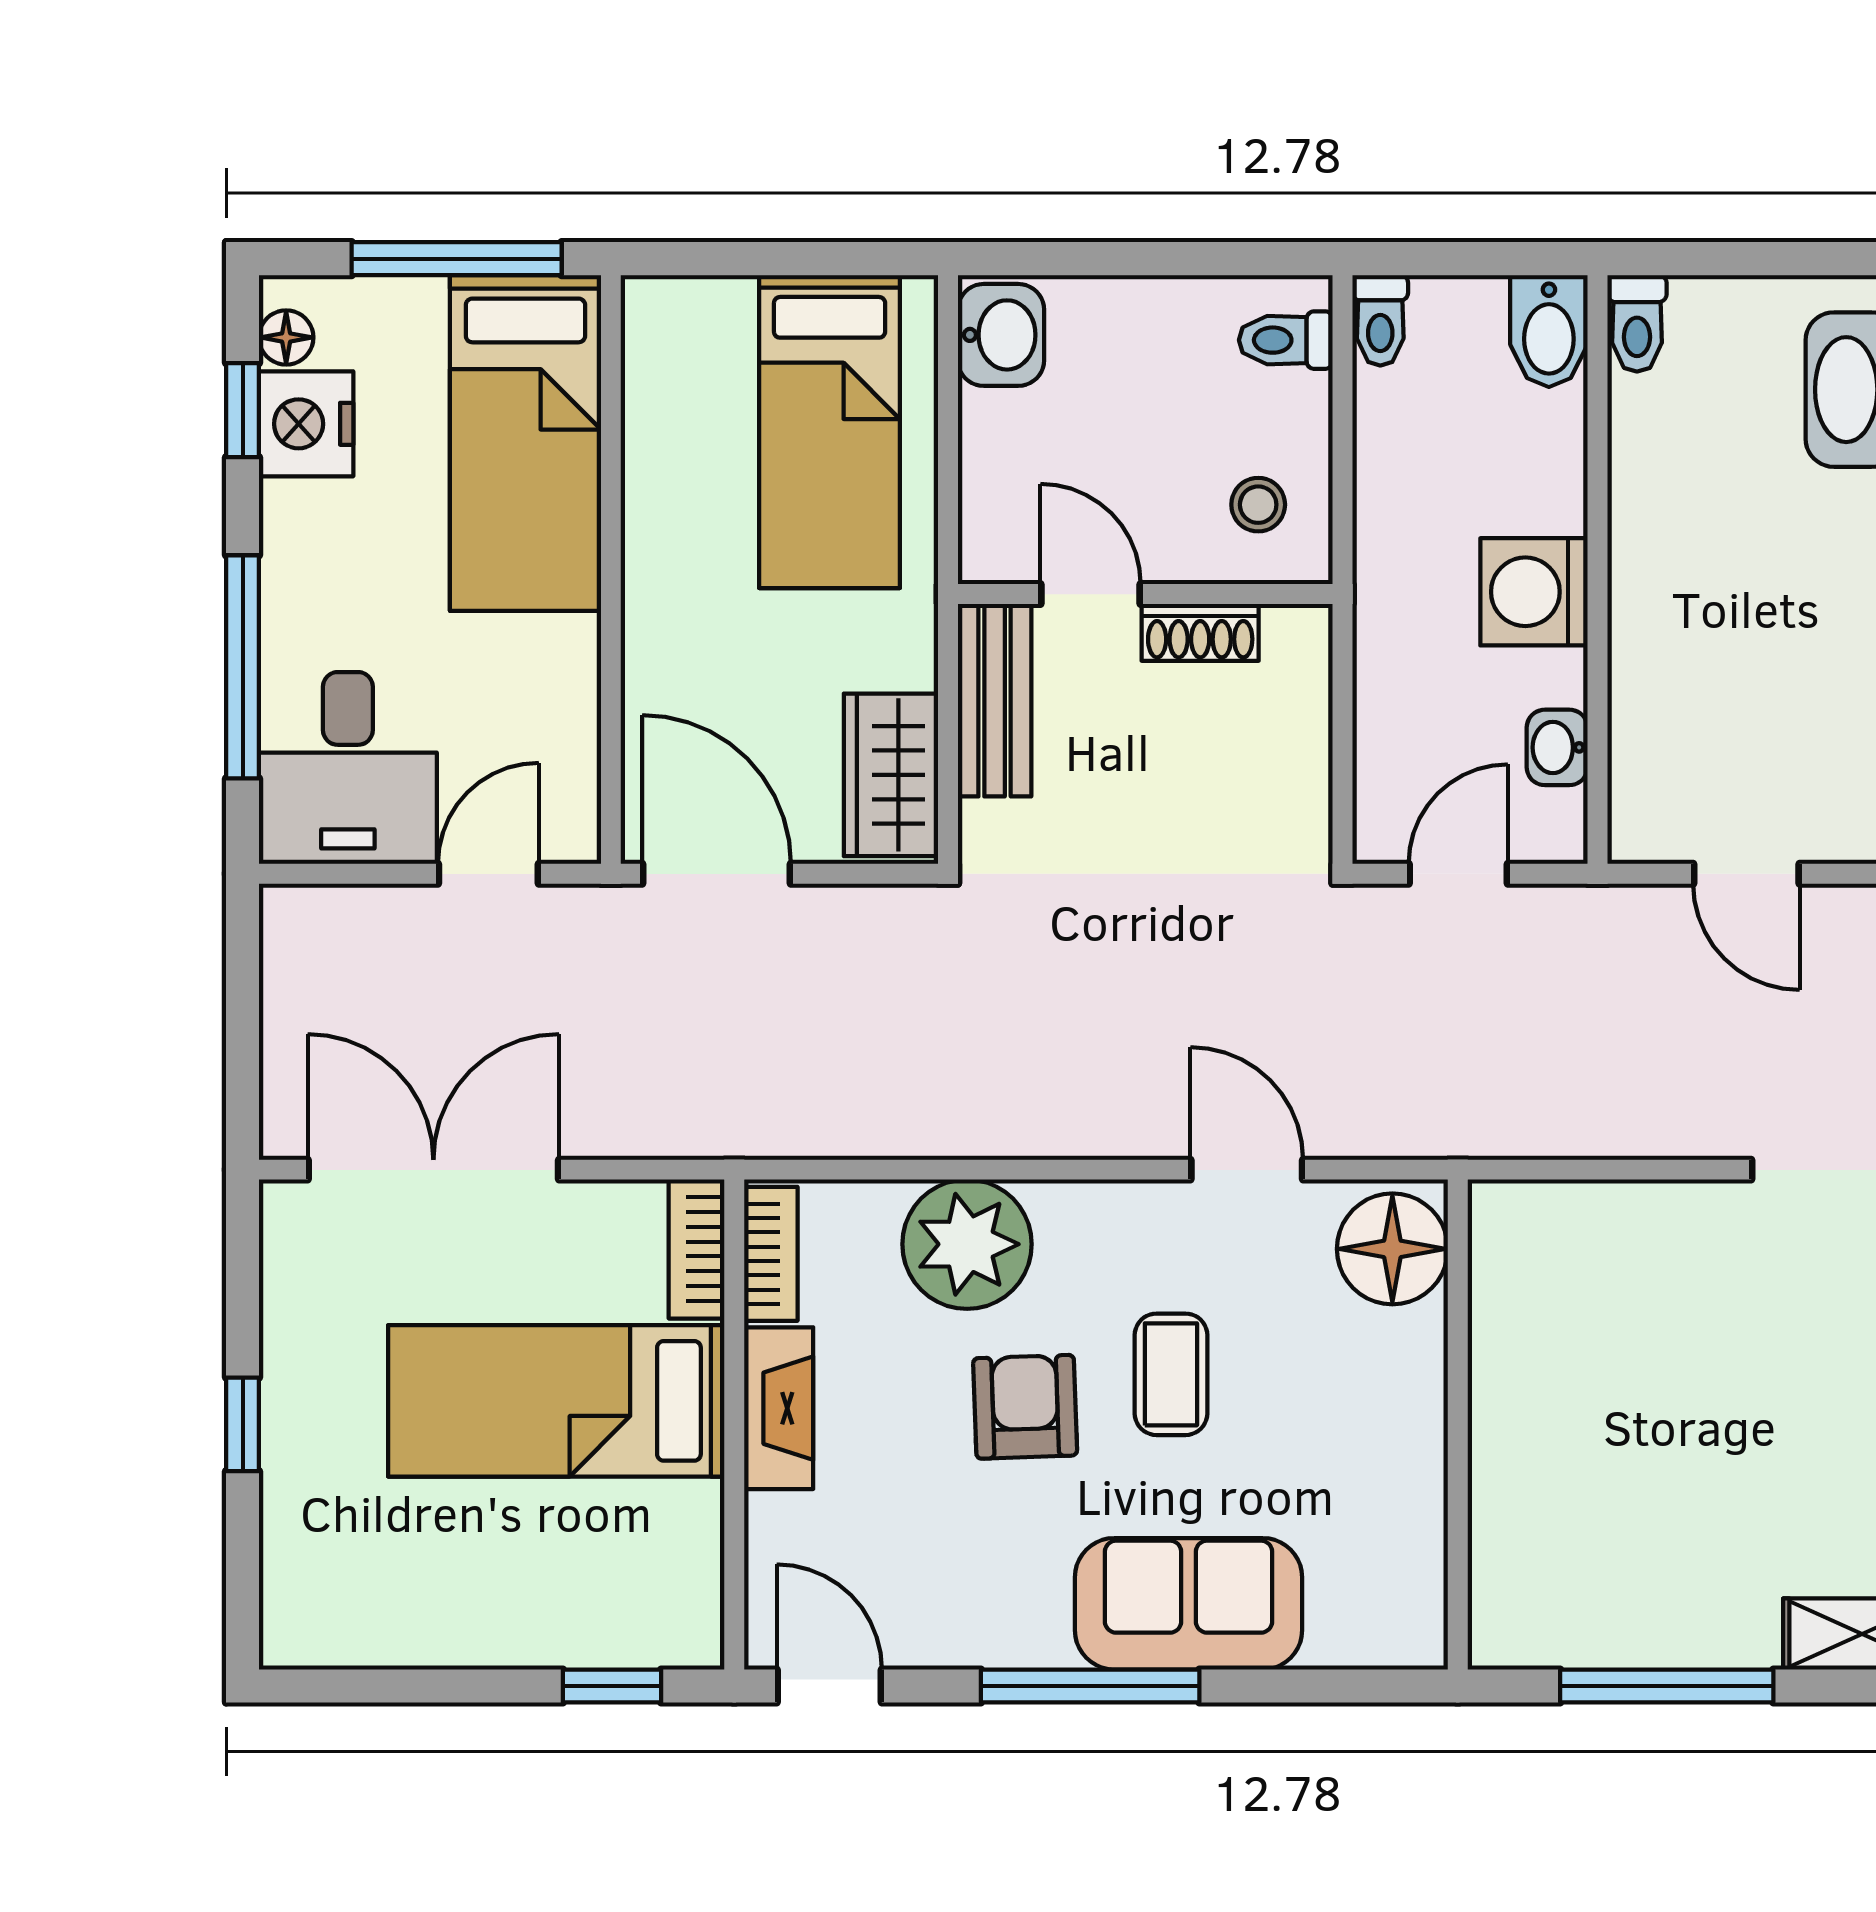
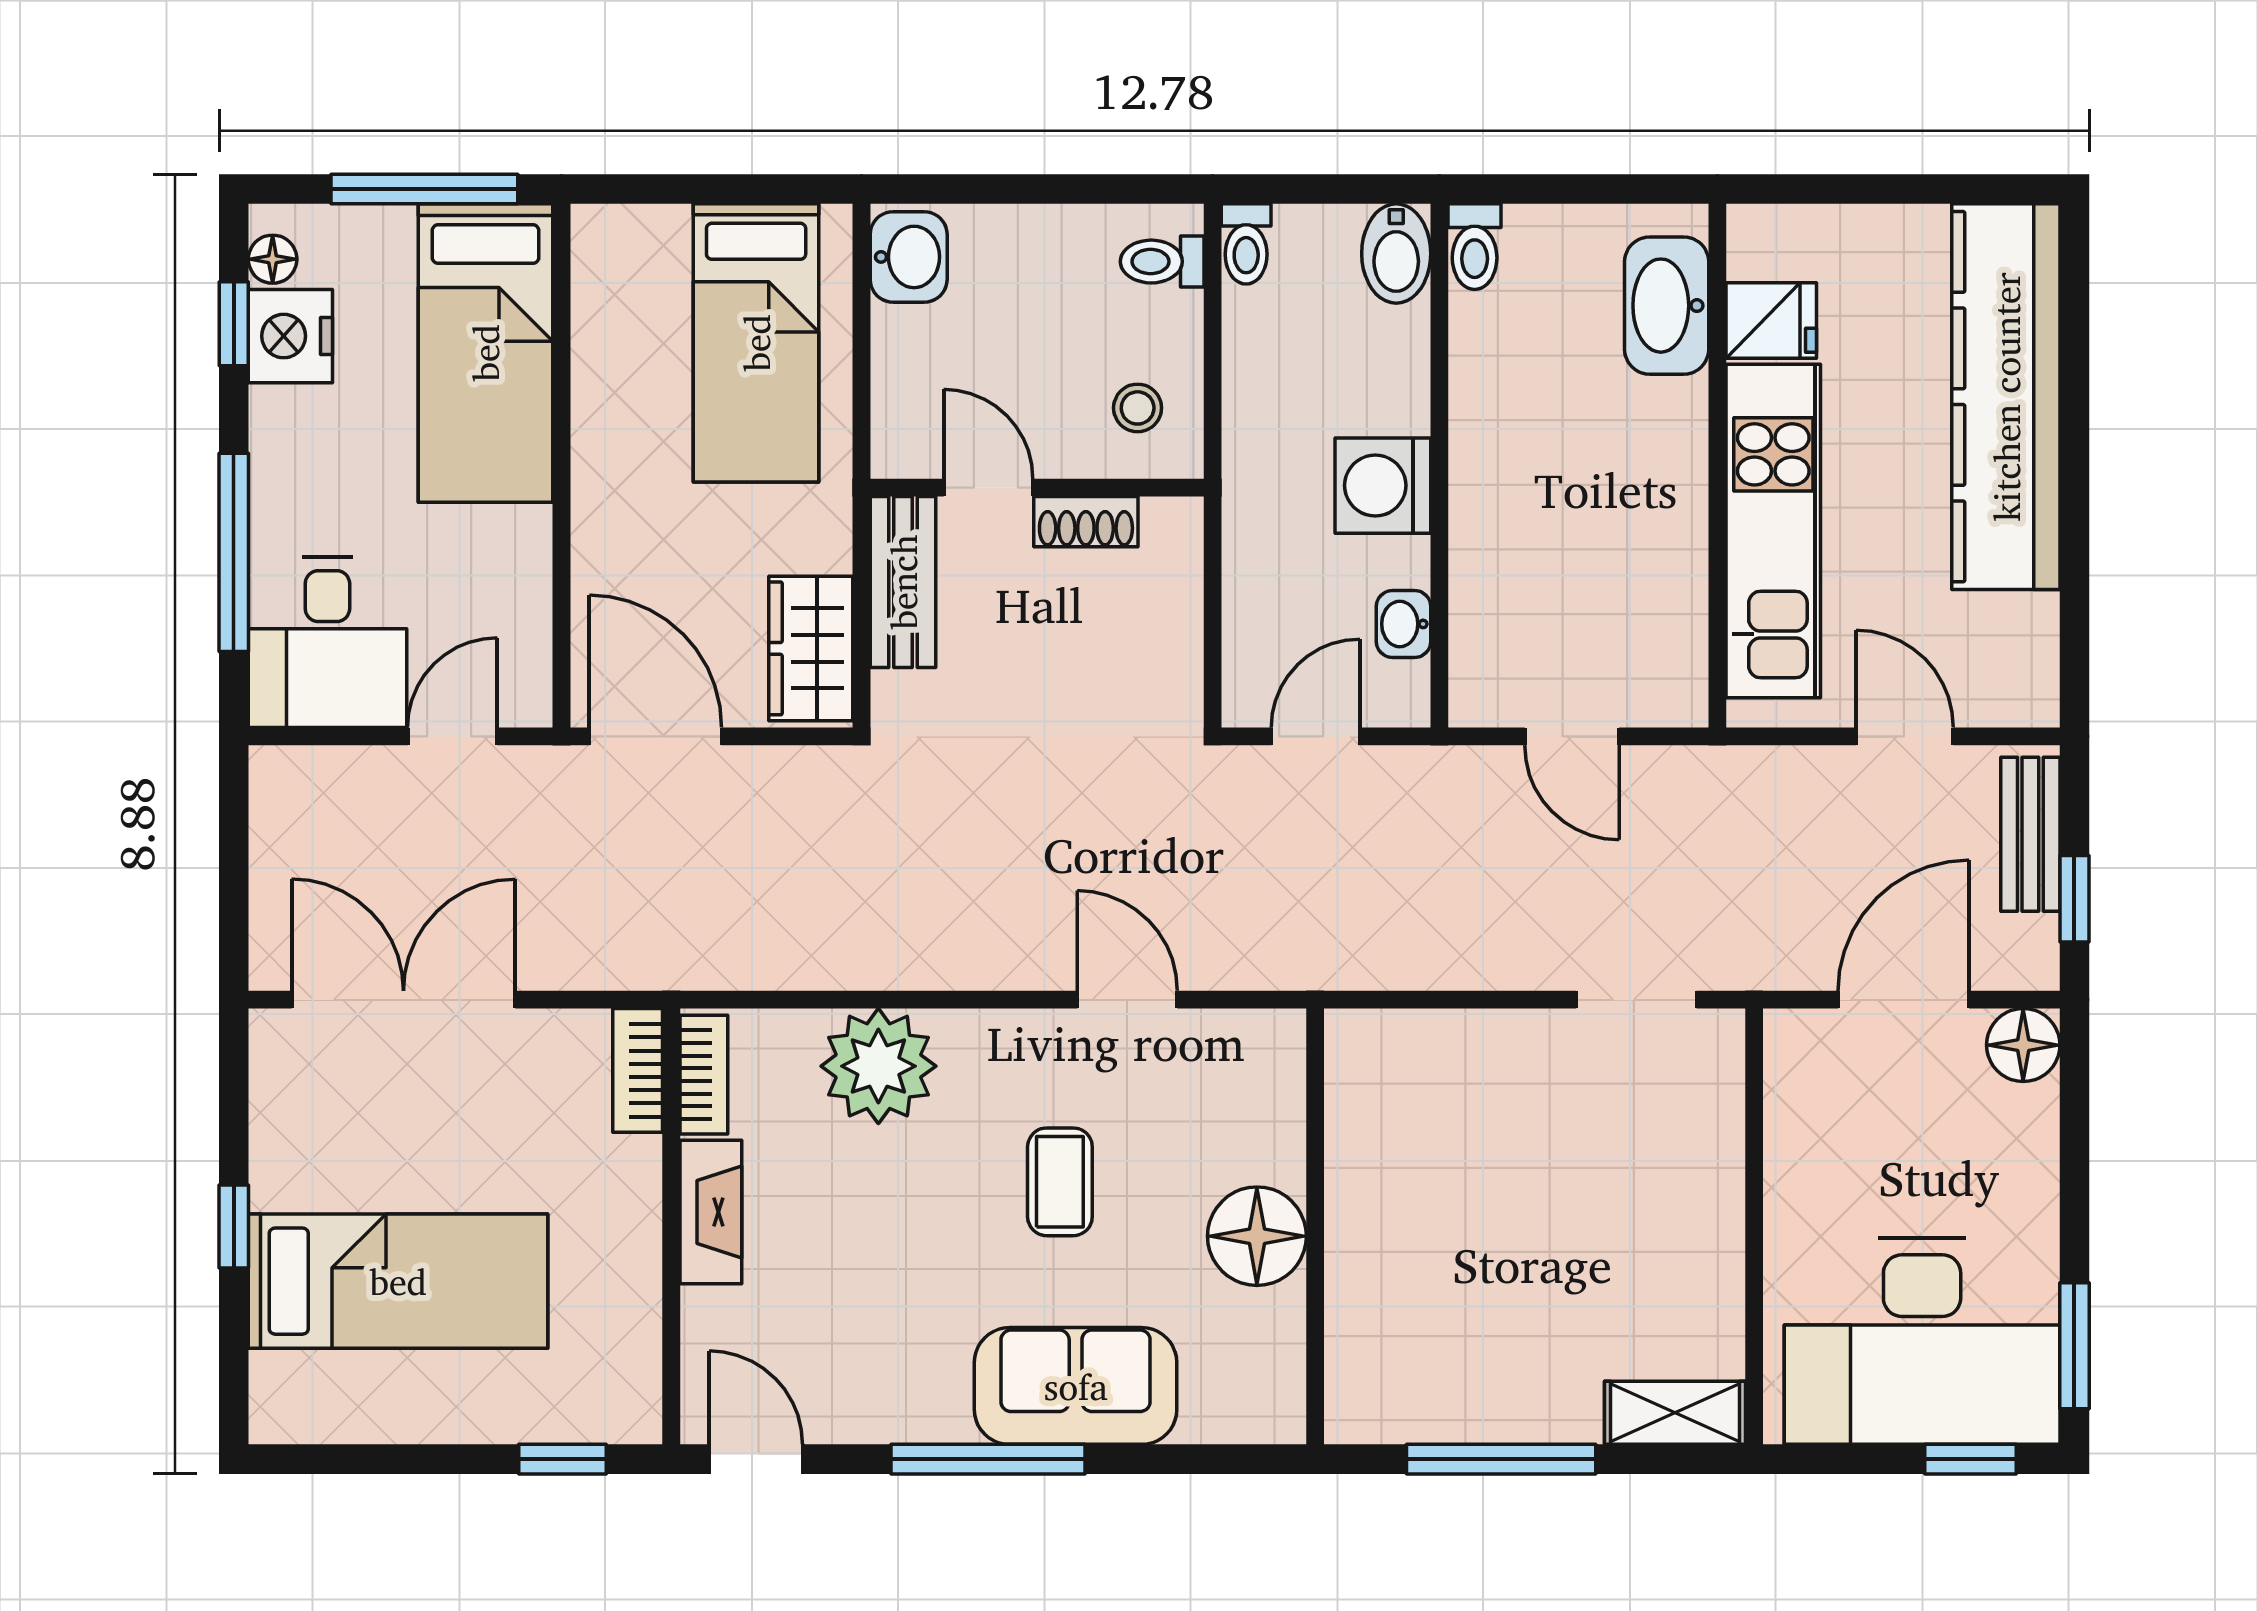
floor lamp: (1392, 1249) -> (1257, 1236), moved
bed: (556, 1401) -> (398, 1281), moved, turned 180
armchair: (1025, 1407) -> (930, 1211), removed

